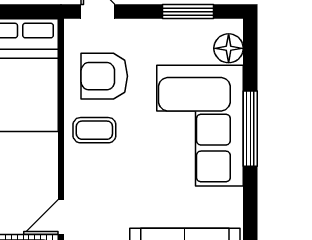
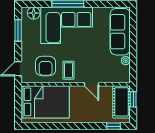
door: (61, 217) -> (91, 84), moved

